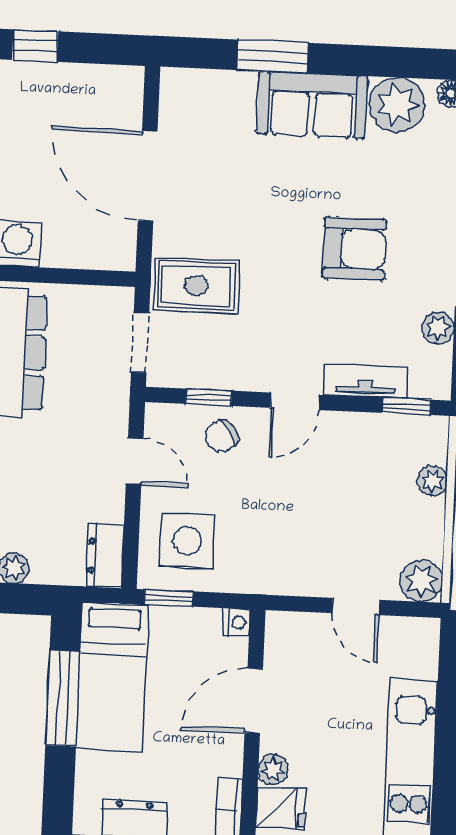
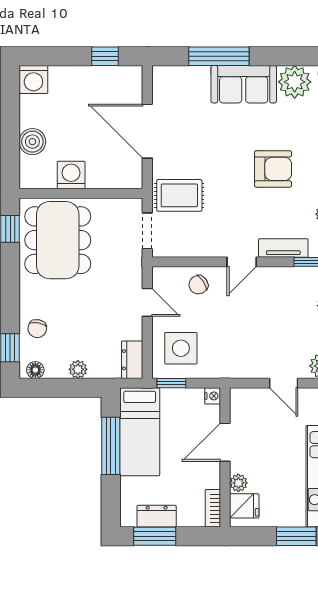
window: (35, 46) -> (105, 56), moved
window: (273, 56) -> (219, 56), width x1.44
window: (209, 397) -> (190, 262), removed

